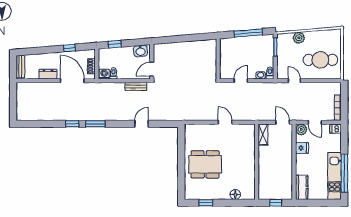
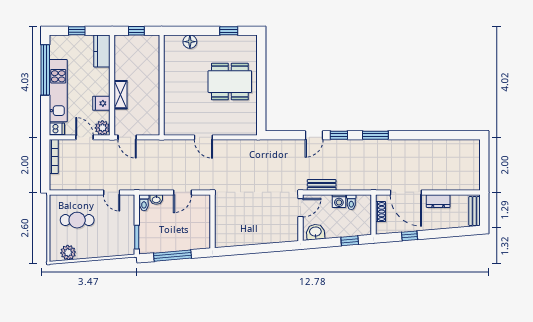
plant: (299, 38) -> (68, 252), moved
cafe table: (320, 60) -> (77, 220), width x0.73, depth x0.74
washing machine: (104, 74) -> (339, 201), moved
window: (72, 124) -> (339, 135), moved
shelving: (263, 135) -> (121, 95), moved
kitchen unit: (335, 176) -> (58, 91), moved
window: (321, 203) -> (77, 31), added

